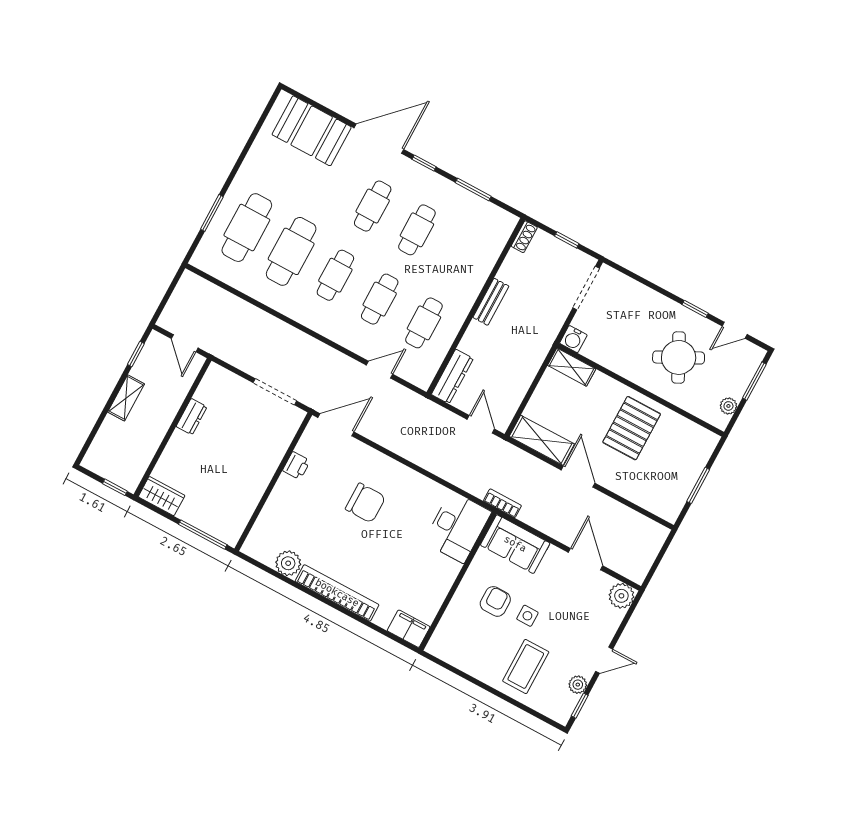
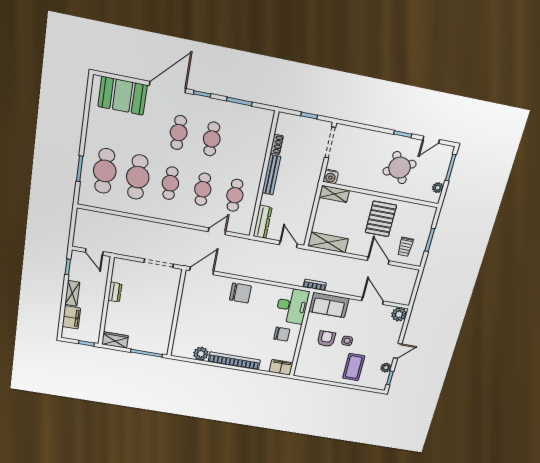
shoe rack: (524, 237) -> (277, 144), moved
bench: (491, 302) -> (271, 175), width x1.36
filing cabinet: (109, 437) -> (71, 317), added
printer: (296, 466) -> (187, 300), removed
door: (578, 477) -> (378, 261), moved
trolley: (658, 485) -> (405, 247), added
chair: (365, 503) -> (240, 293), moved
chair: (427, 571) -> (282, 334), added

